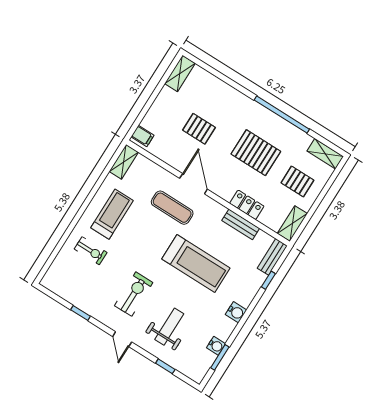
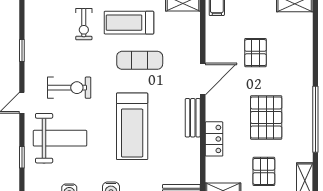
exercise mat: (172, 208) -> (140, 60), moved, turned 90
treadmill: (112, 214) -> (129, 23), turned 180
bench: (241, 224) -> (193, 118), moved
weight bench: (169, 327) -> (60, 138), width x1.36, depth x1.33

